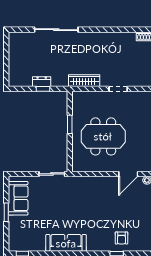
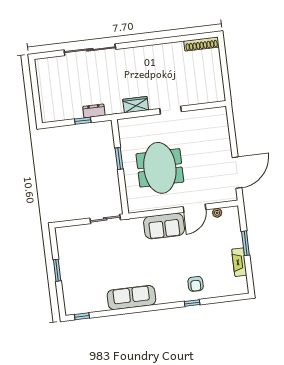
wardrobe: (84, 81) -> (136, 105), width x0.67
dresser: (42, 82) -> (94, 111), moved
meeting table: (103, 136) -> (160, 168), turned 90
sofa: (18, 198) -> (164, 226), moved, turned 90

